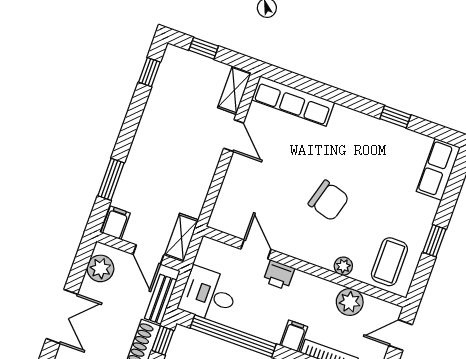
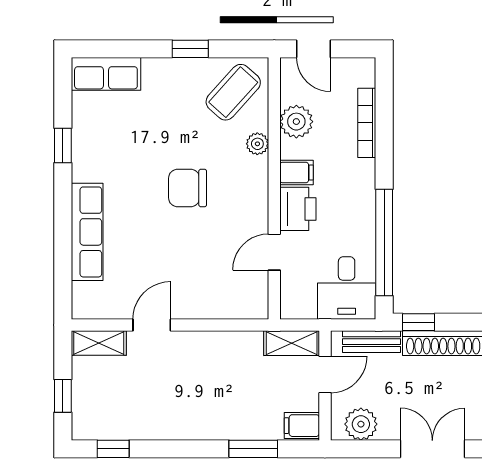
row of seats: (293, 101) -> (87, 232), moved
chair: (329, 201) -> (188, 188), turned -106
coffee table: (389, 262) -> (233, 92), turned -48
printer: (279, 275) -> (298, 209), width x1.36, depth x1.24
filing cabinet: (294, 336) -> (296, 173), moved, turned 180

